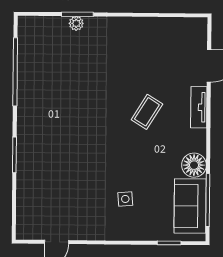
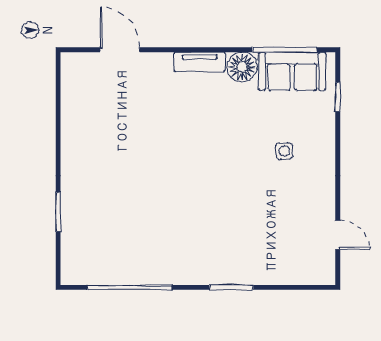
plant: (76, 23) -> (69, 213), removed
tv unit: (199, 107) -> (200, 62), moved
coffee table: (147, 112) -> (177, 125), removed

